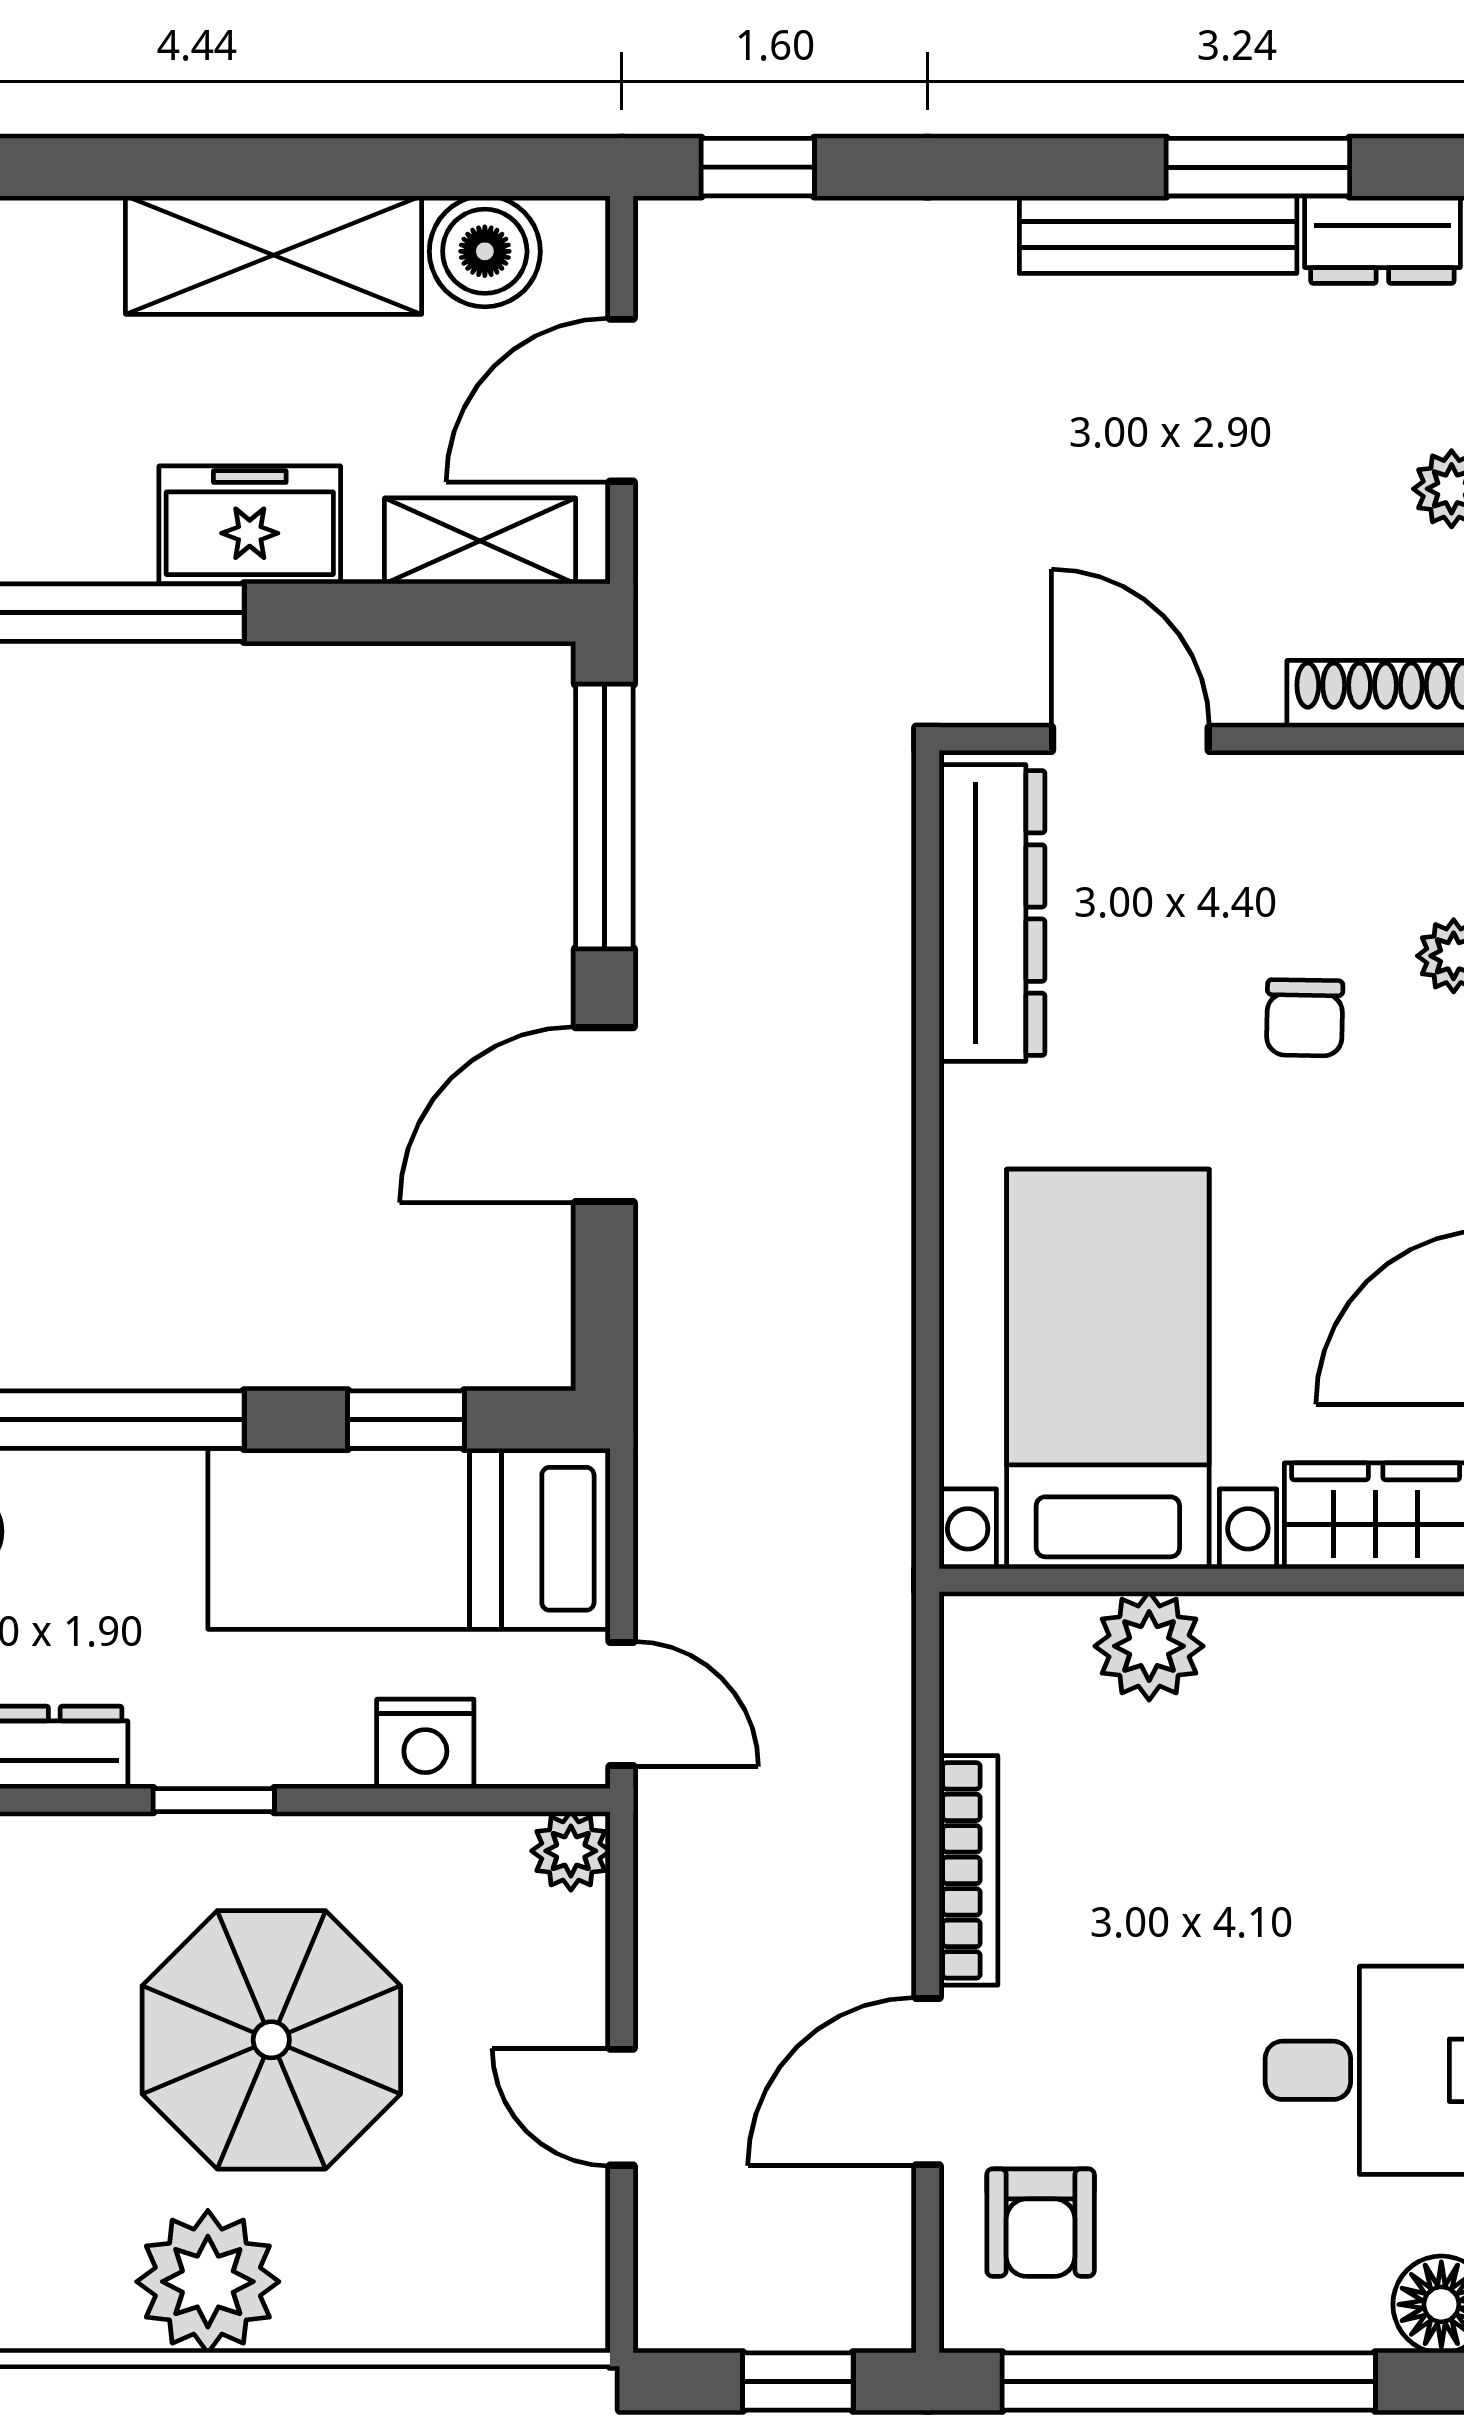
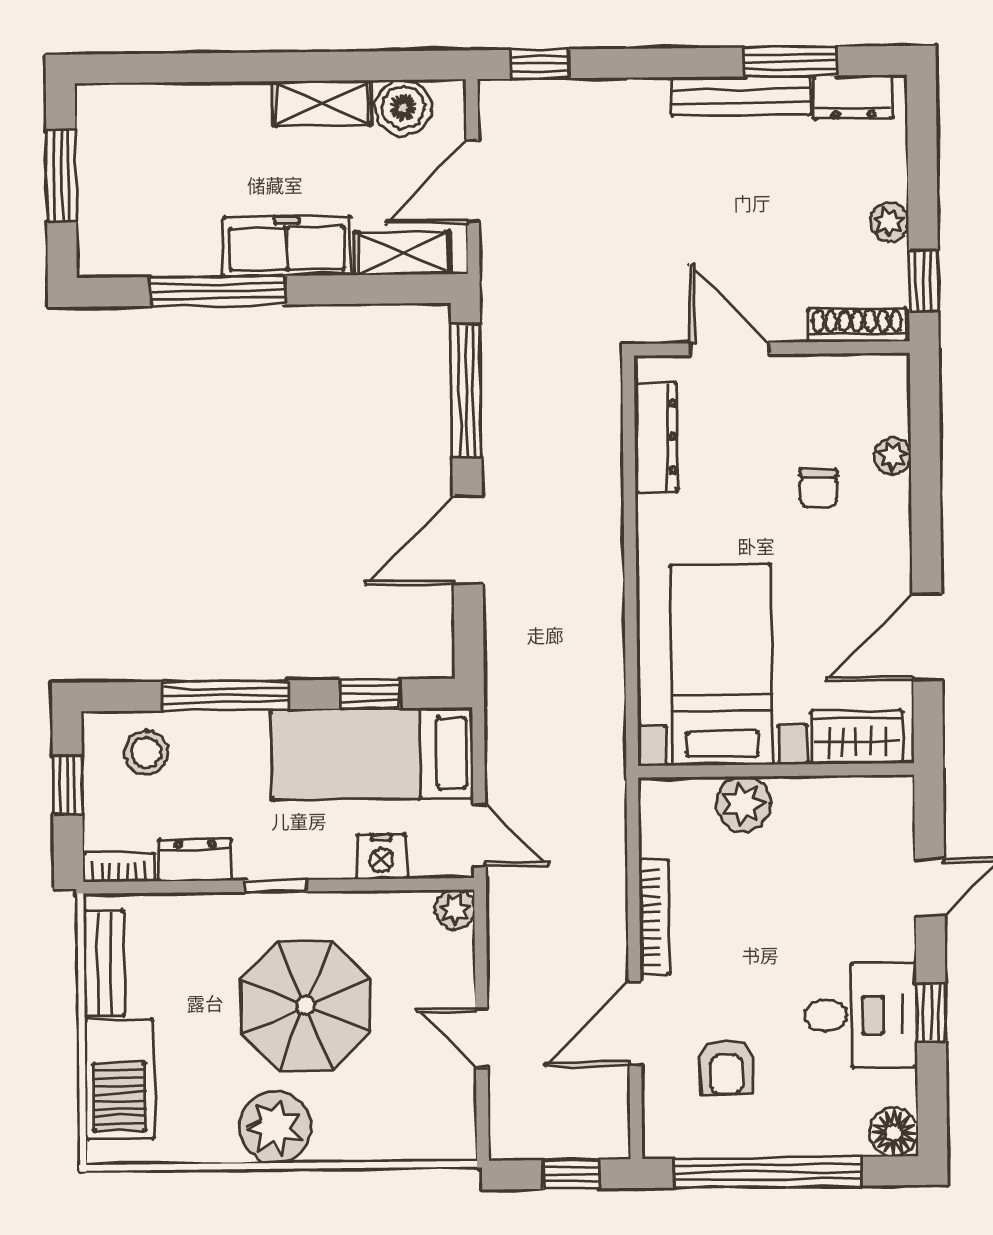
shelving: (274, 255) -> (322, 103), width x0.67, depth x0.75
freezer: (250, 525) -> (287, 246), width x1.40
dresser: (992, 913) -> (656, 437), width x0.73, depth x0.80
armchair: (1041, 2223) -> (727, 1067), moved

